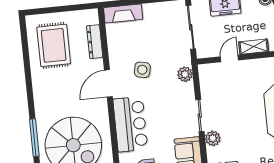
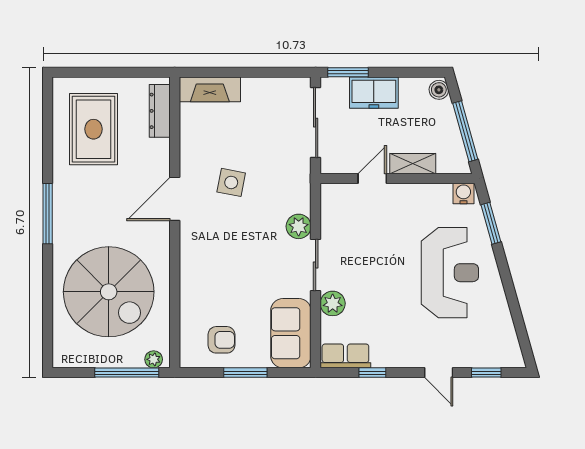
dresser: (95, 42) -> (160, 111), moved
plant: (185, 74) -> (299, 226), moved
bar counter: (130, 124) -> (203, 268), removed
window: (34, 138) -> (48, 214), moved

